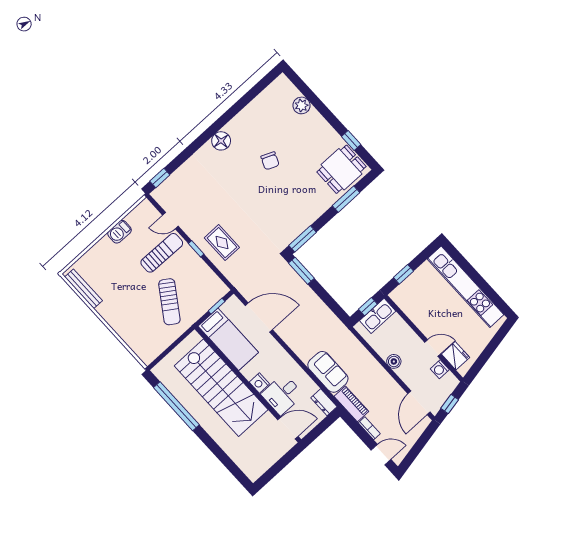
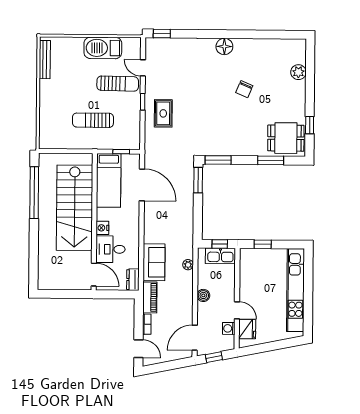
barbecue: (120, 232) -> (103, 48), width x1.88, depth x1.53
sun lounger: (169, 302) -> (93, 120), turned 56
plant: (358, 348) -> (188, 265), added

